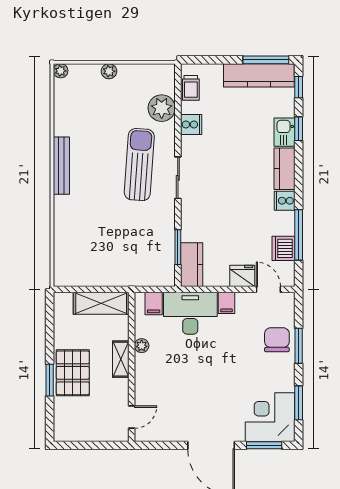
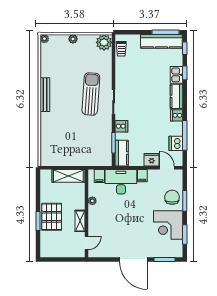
plant: (162, 108) -> (104, 42), moved
cooker: (191, 124) -> (121, 126), moved
shelving: (121, 359) -> (80, 221), moved
corner desk: (270, 417) -> (168, 225), moved, turned -90

